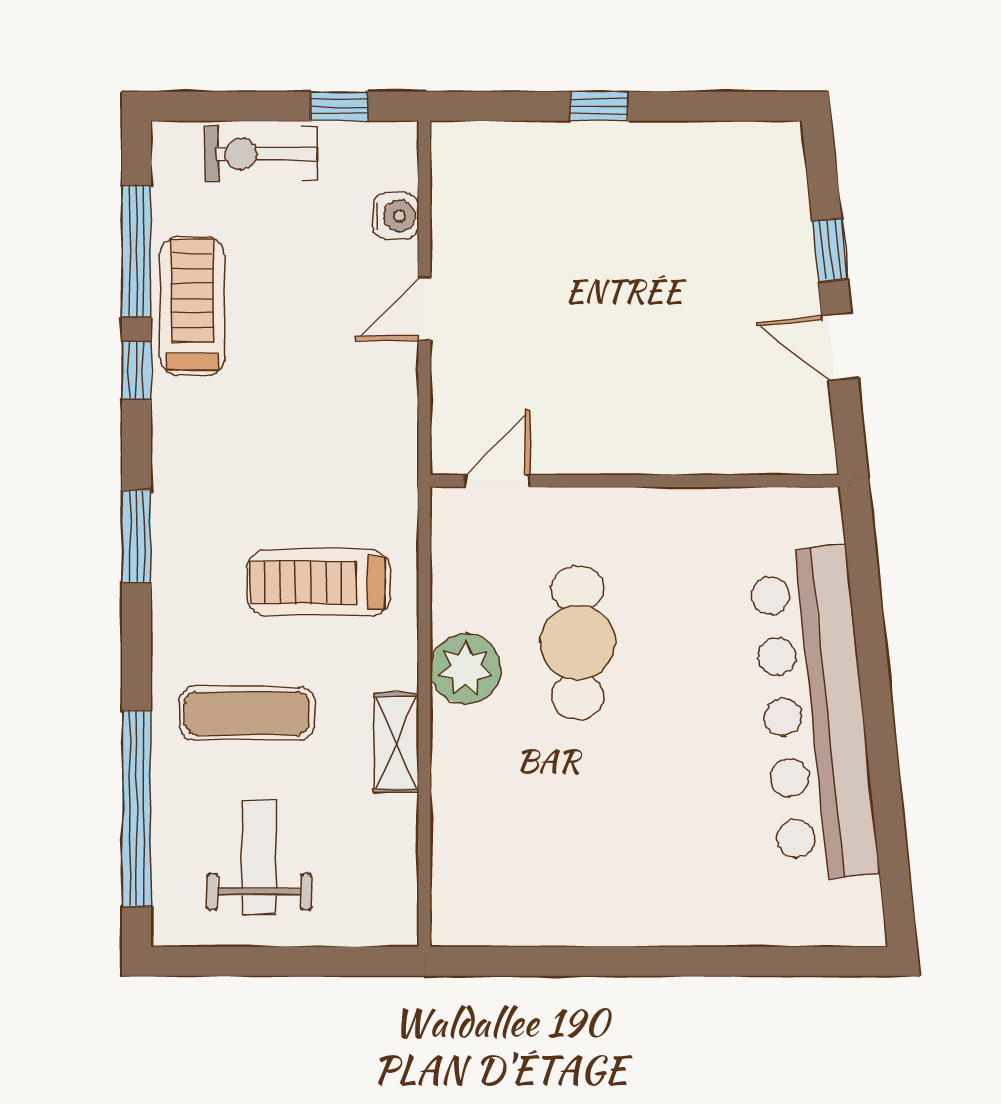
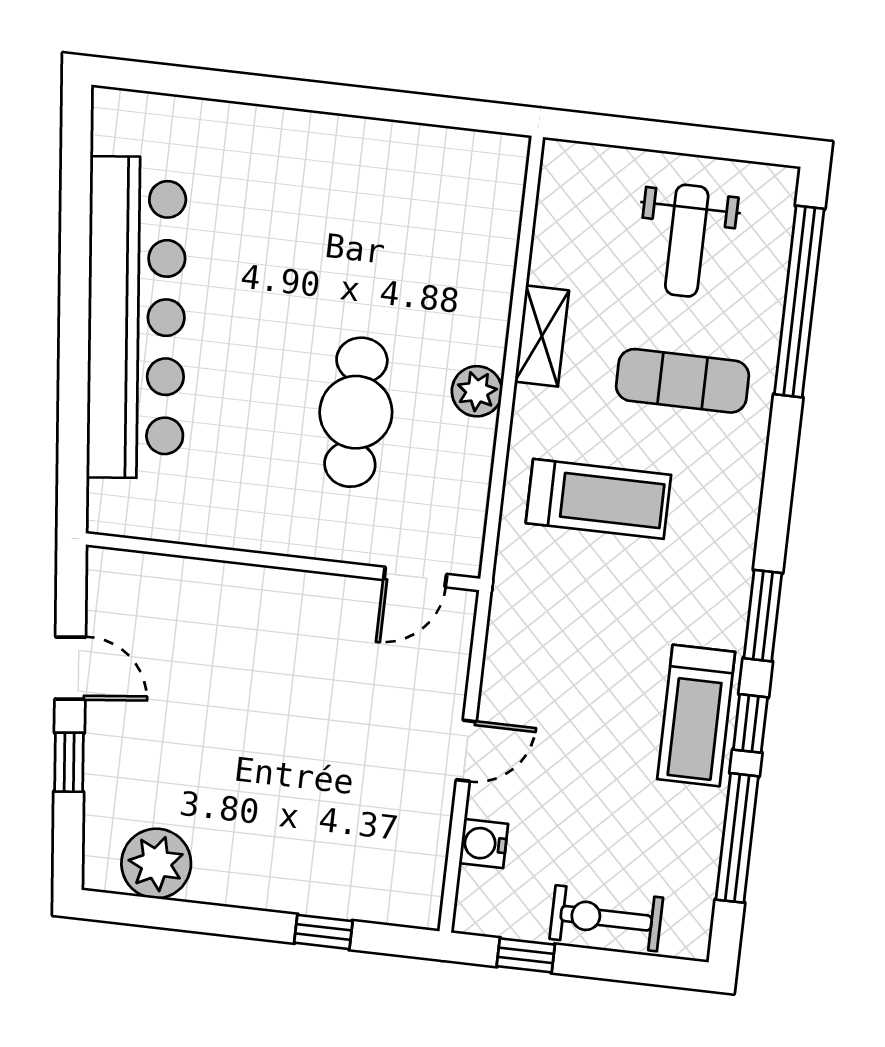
window: (599, 106) -> (323, 932), moved
exercise bike: (261, 154) -> (606, 918), turned 180
plant: (729, 157) -> (156, 863), added
treadmill: (192, 306) -> (696, 716), moved
window: (136, 536) -> (763, 616), moved
plant: (465, 669) -> (477, 391), width x0.73, depth x0.73

